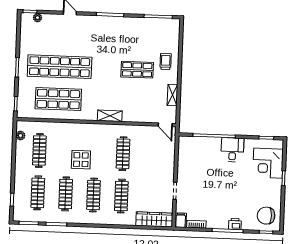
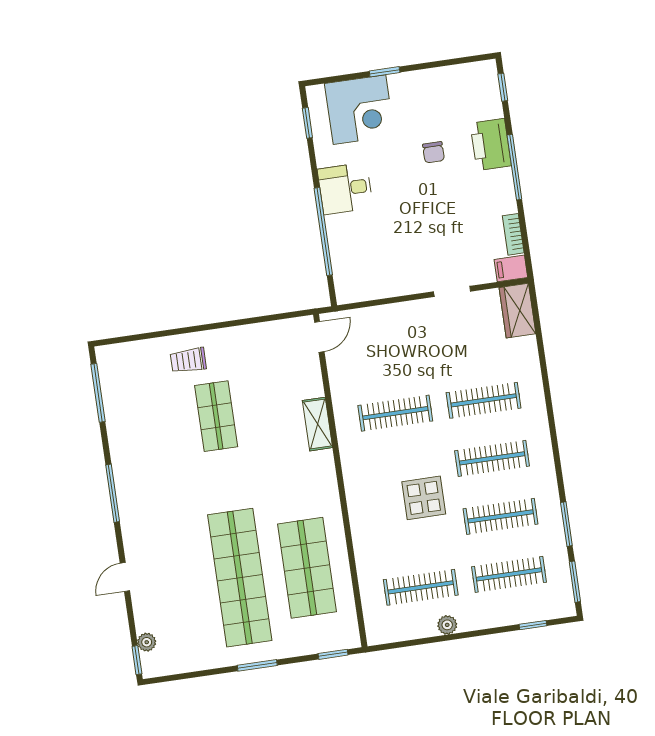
shelving: (172, 95) -> (255, 333), removed
shelving: (110, 116) -> (318, 424), moved
plant: (20, 136) -> (447, 625), moved
chair: (266, 216) -> (434, 152), moved, width x0.54, depth x0.54
wardrobe: (154, 219) -> (517, 311), width x0.67
printer: (235, 224) -> (491, 144), width x1.87, depth x1.48

